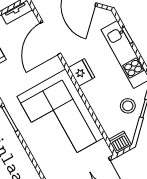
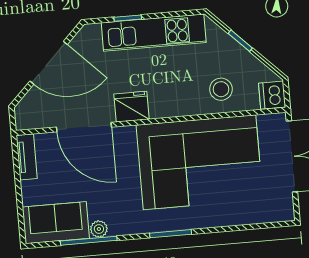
fridge: (82, 72) -> (131, 107), moved
stool: (128, 106) -> (221, 89), moved

